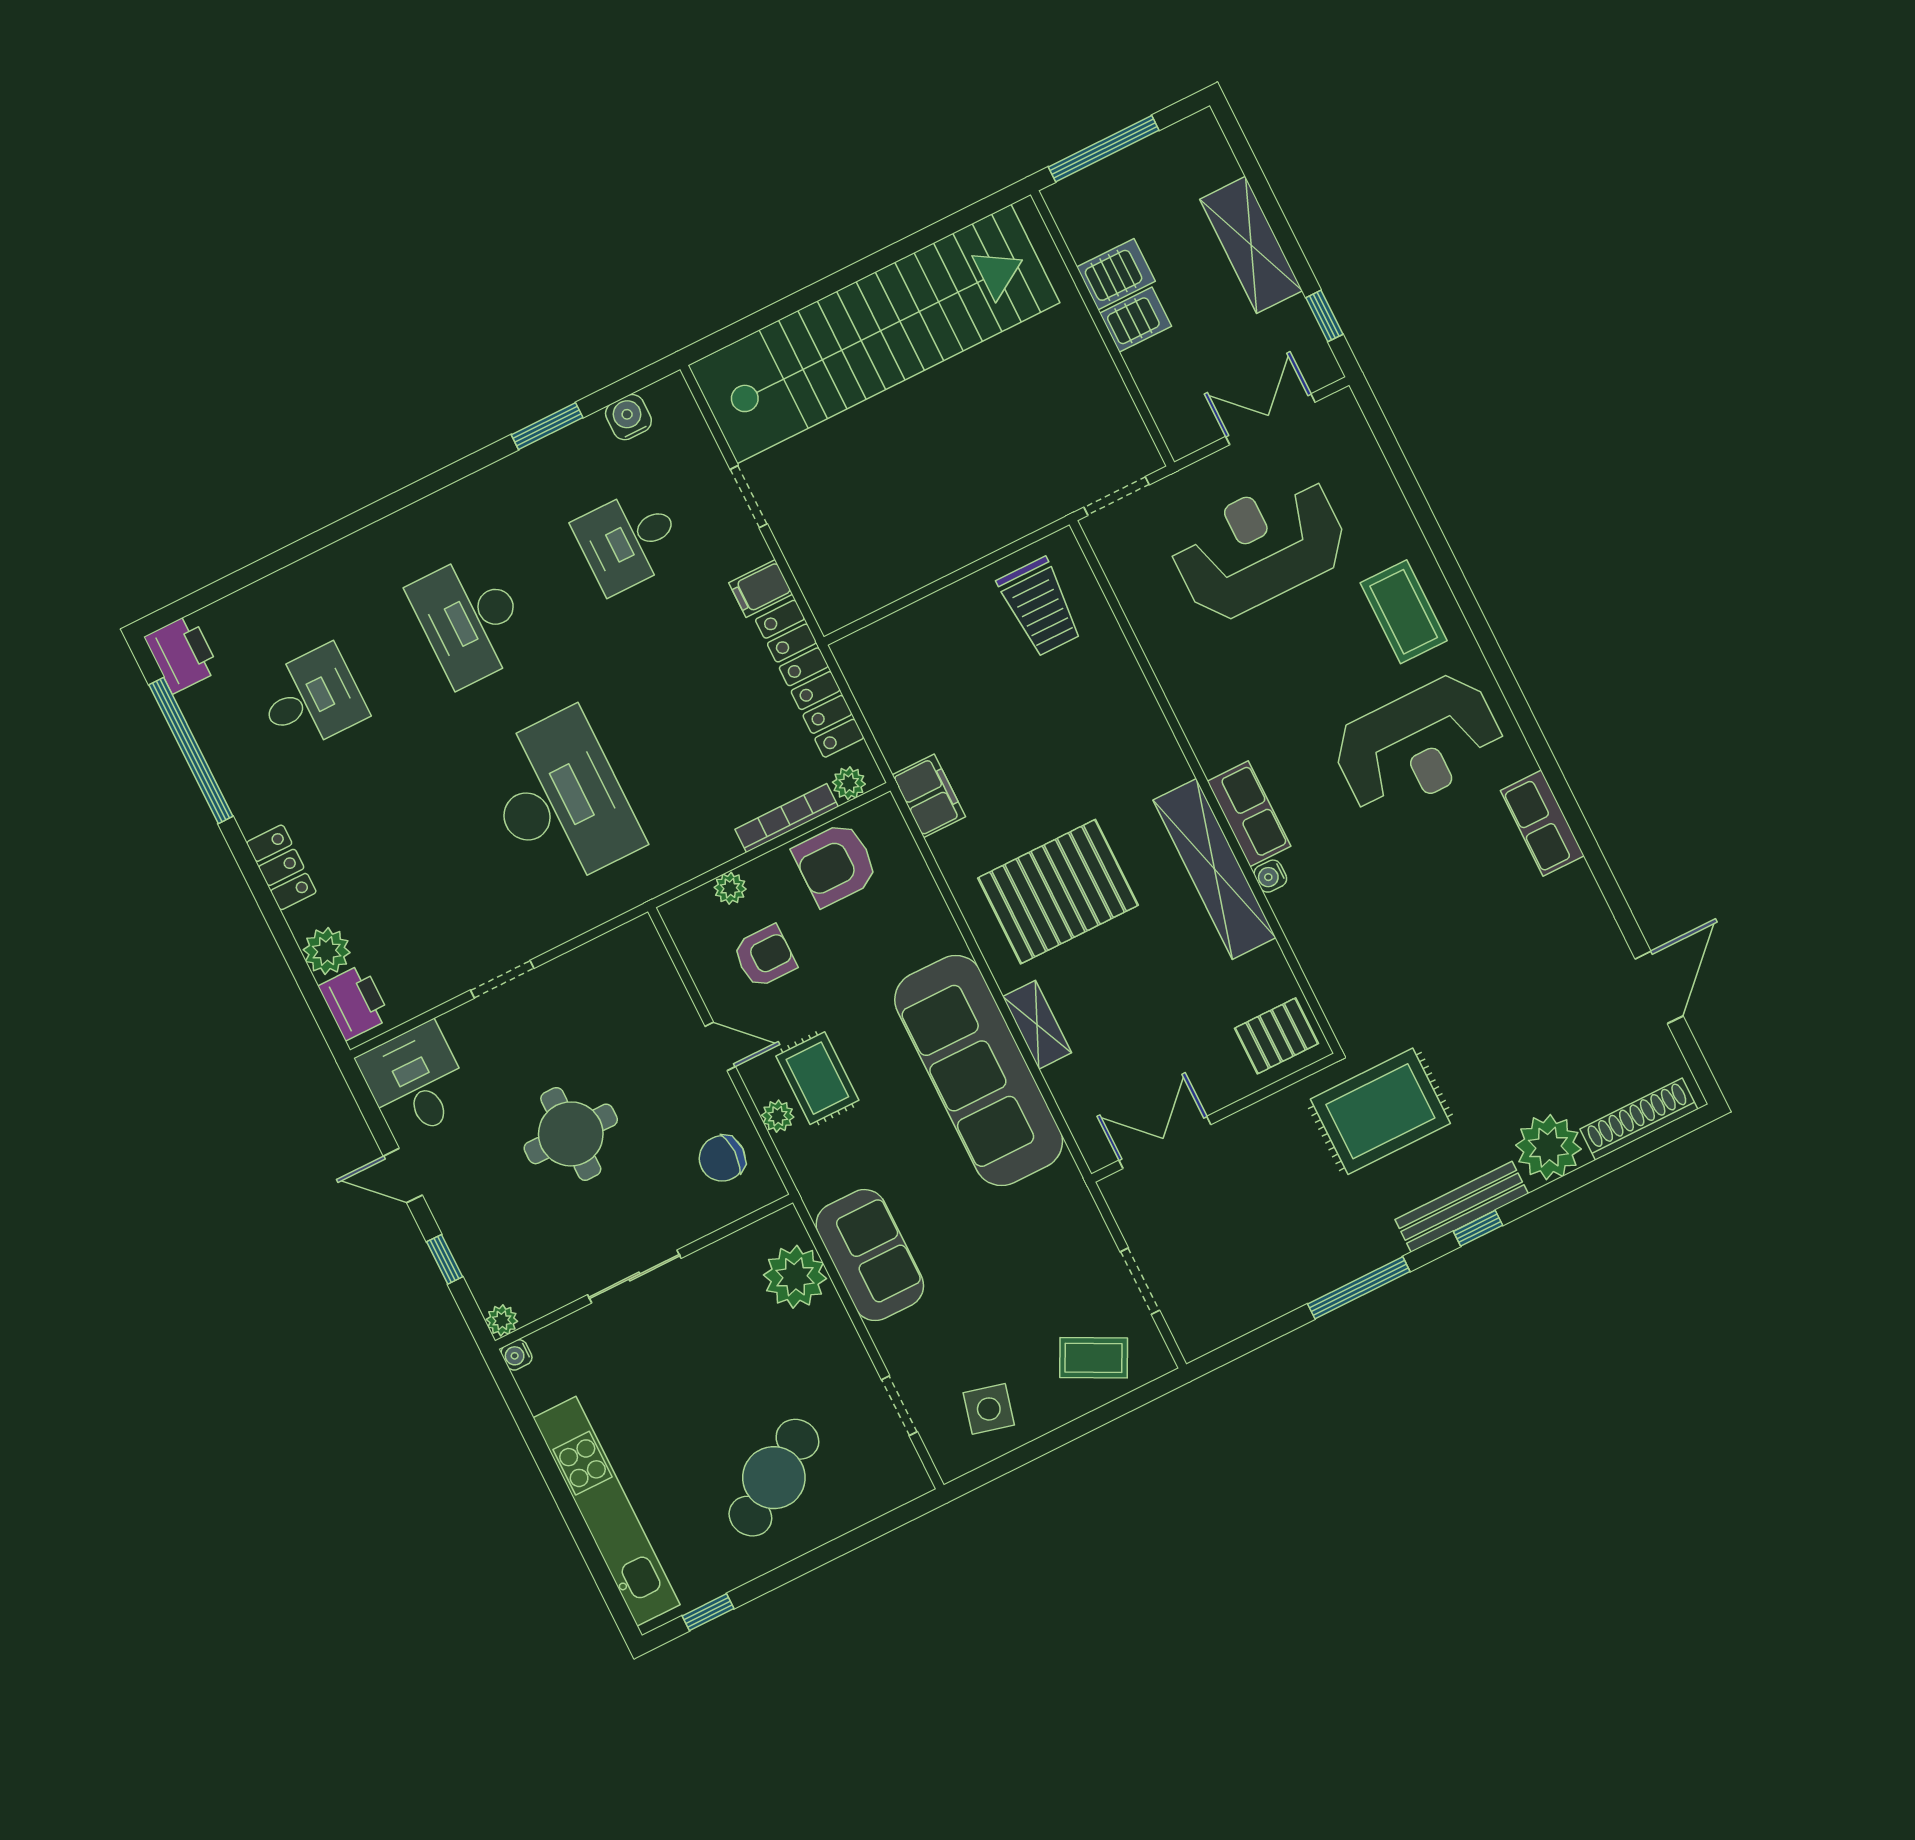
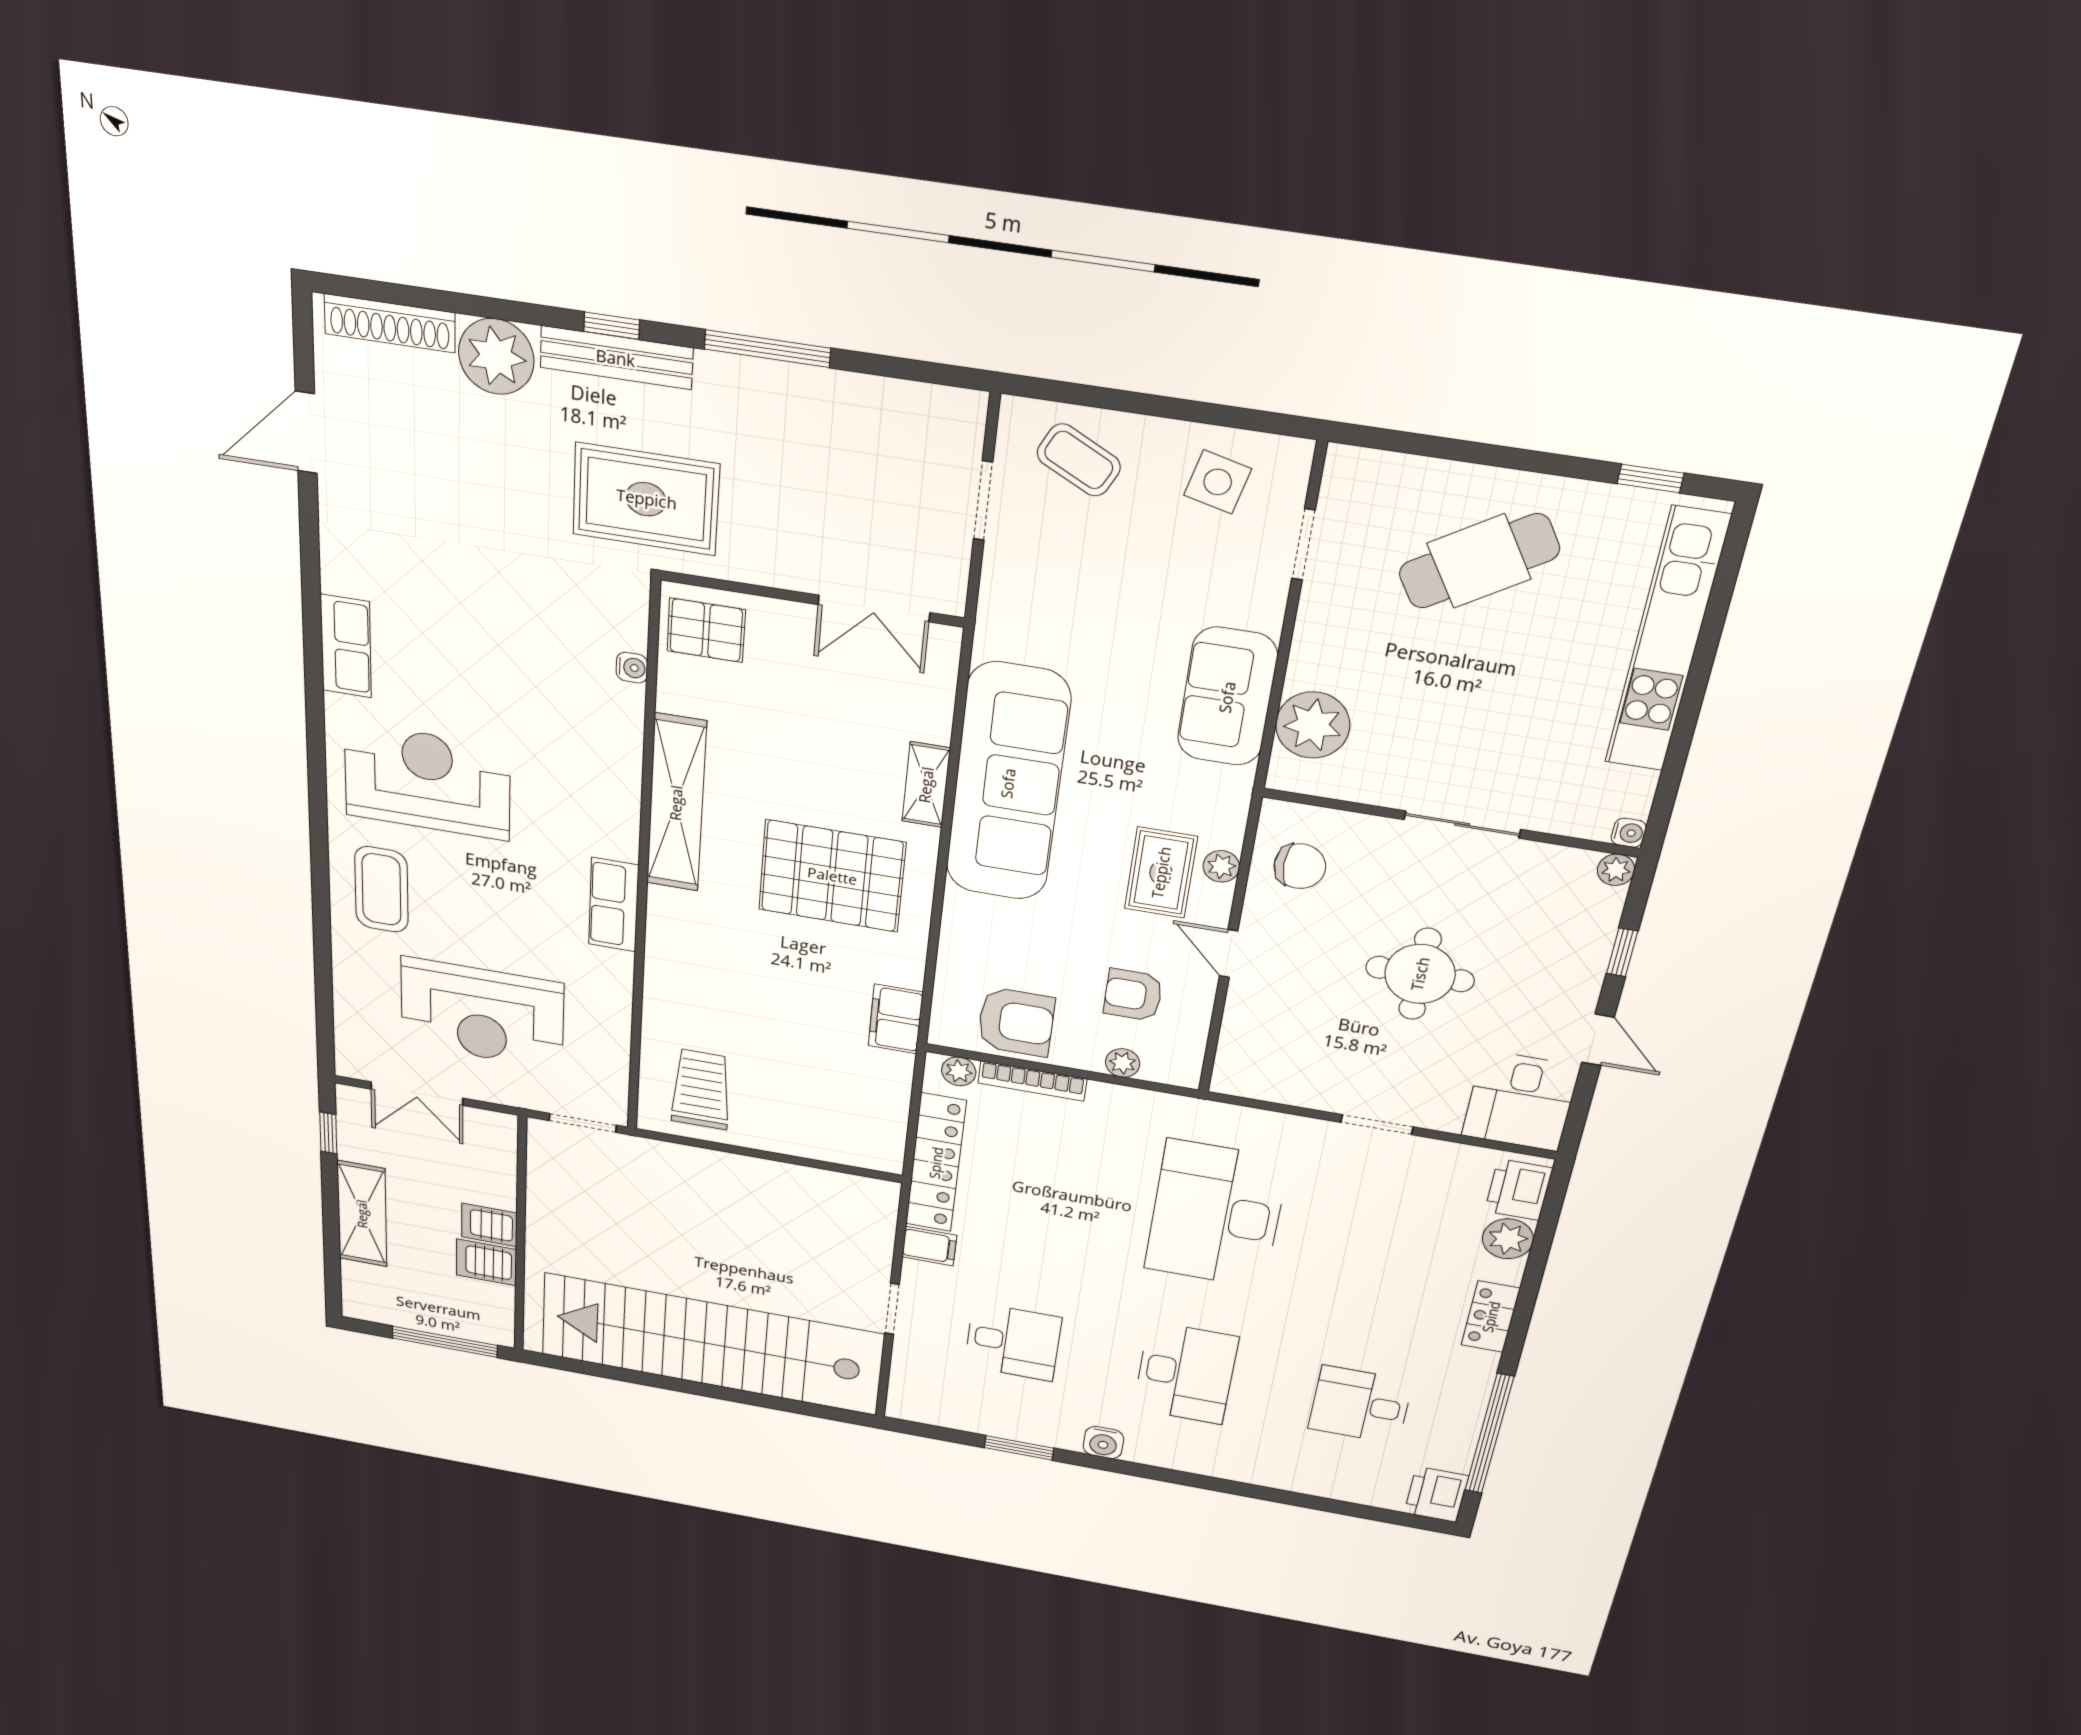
water cooler: (628, 417) -> (1103, 1443), moved
row of seats: (1249, 814) -> (614, 905), moved
water cooler: (1270, 876) -> (632, 668), moved

